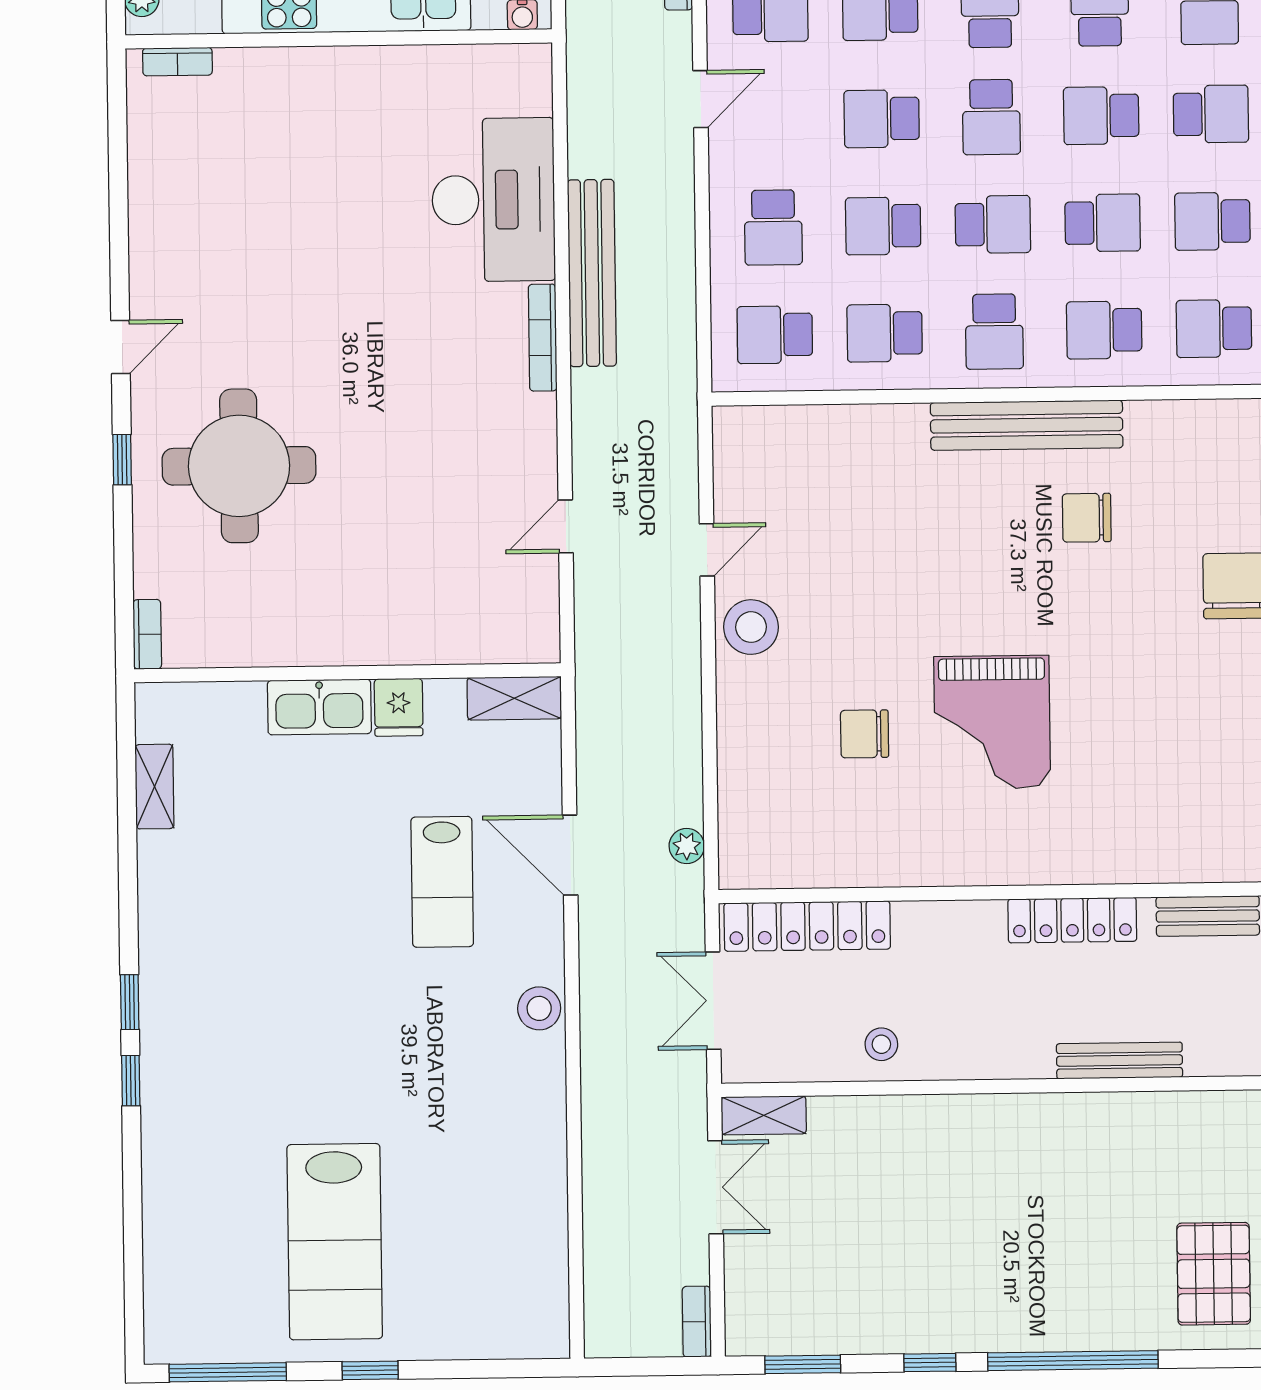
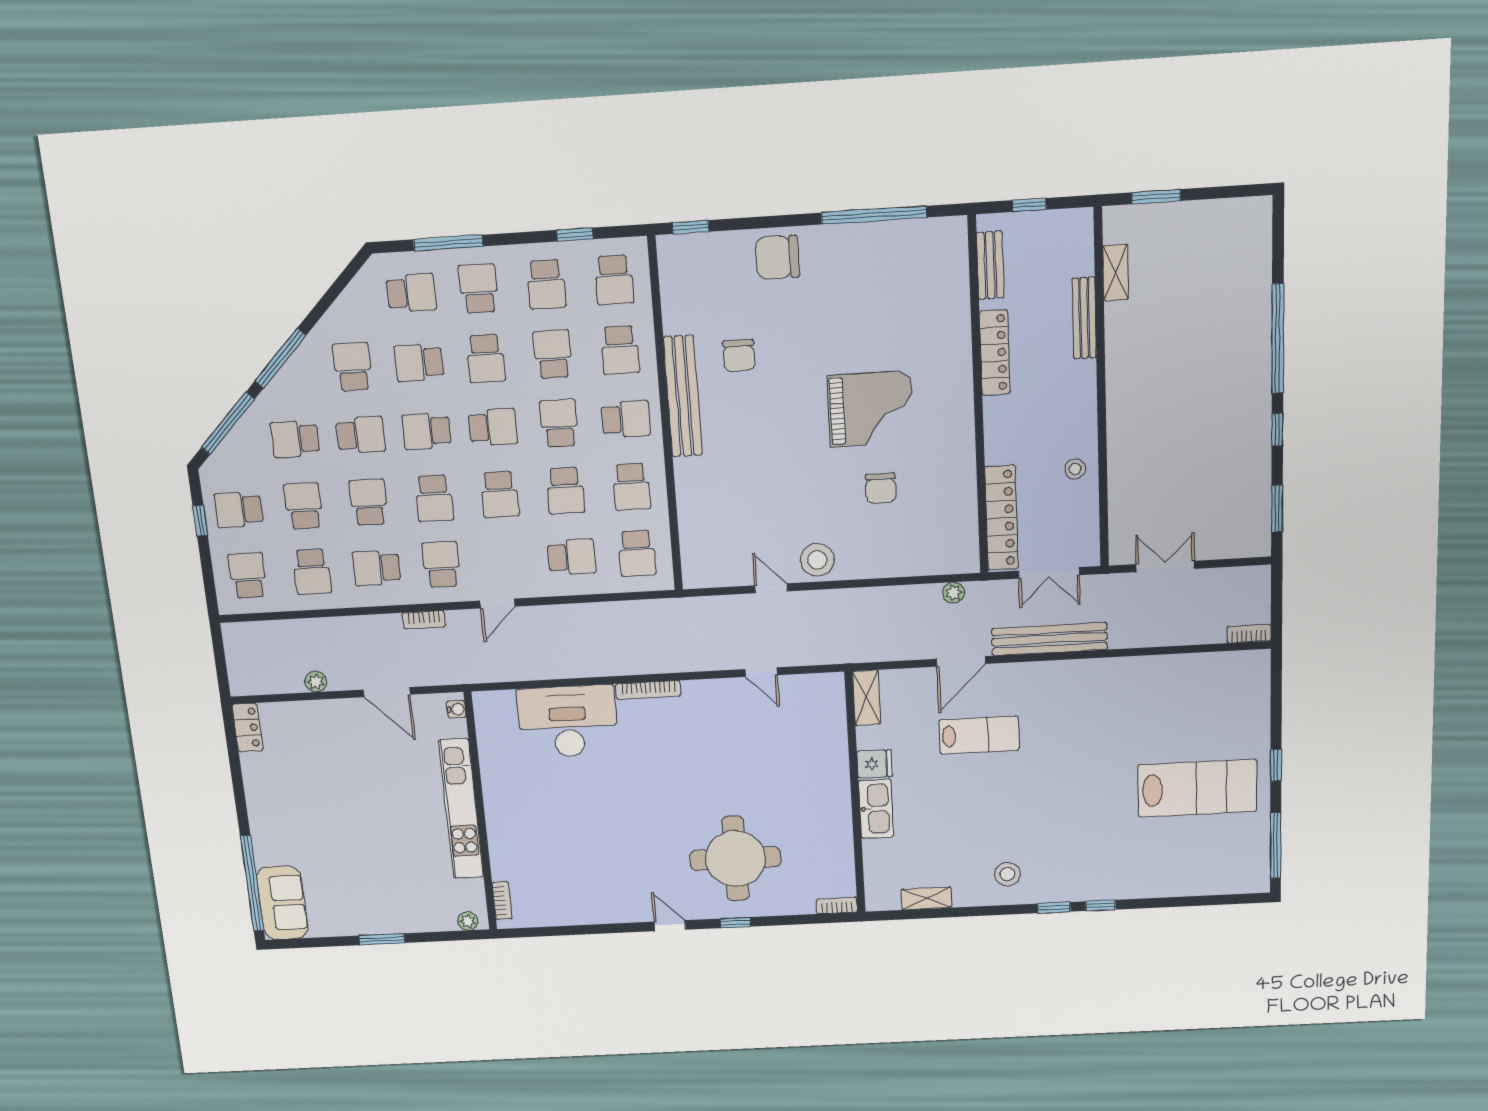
door: (700, 99) -> (497, 604), swing flipped
bench: (592, 273) -> (1049, 639), moved
stool: (539, 1008) -> (1007, 874), moved
shelving: (764, 1115) -> (1116, 272), moved
pallet: (1214, 1274) -> (1223, 250), removed
bookcase: (697, 1322) -> (1249, 634), moved, turned 180

